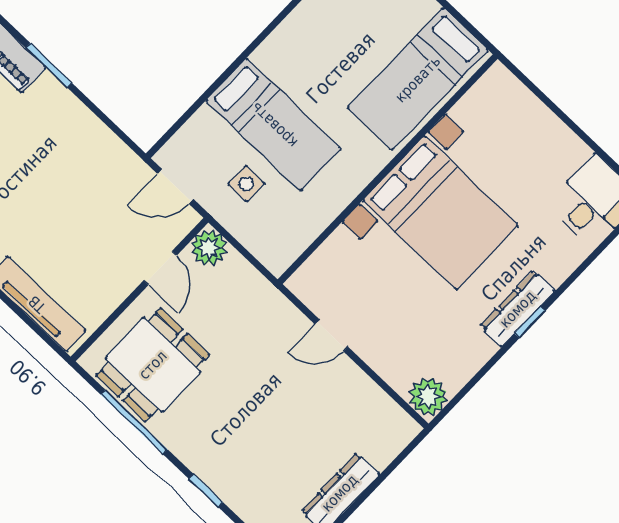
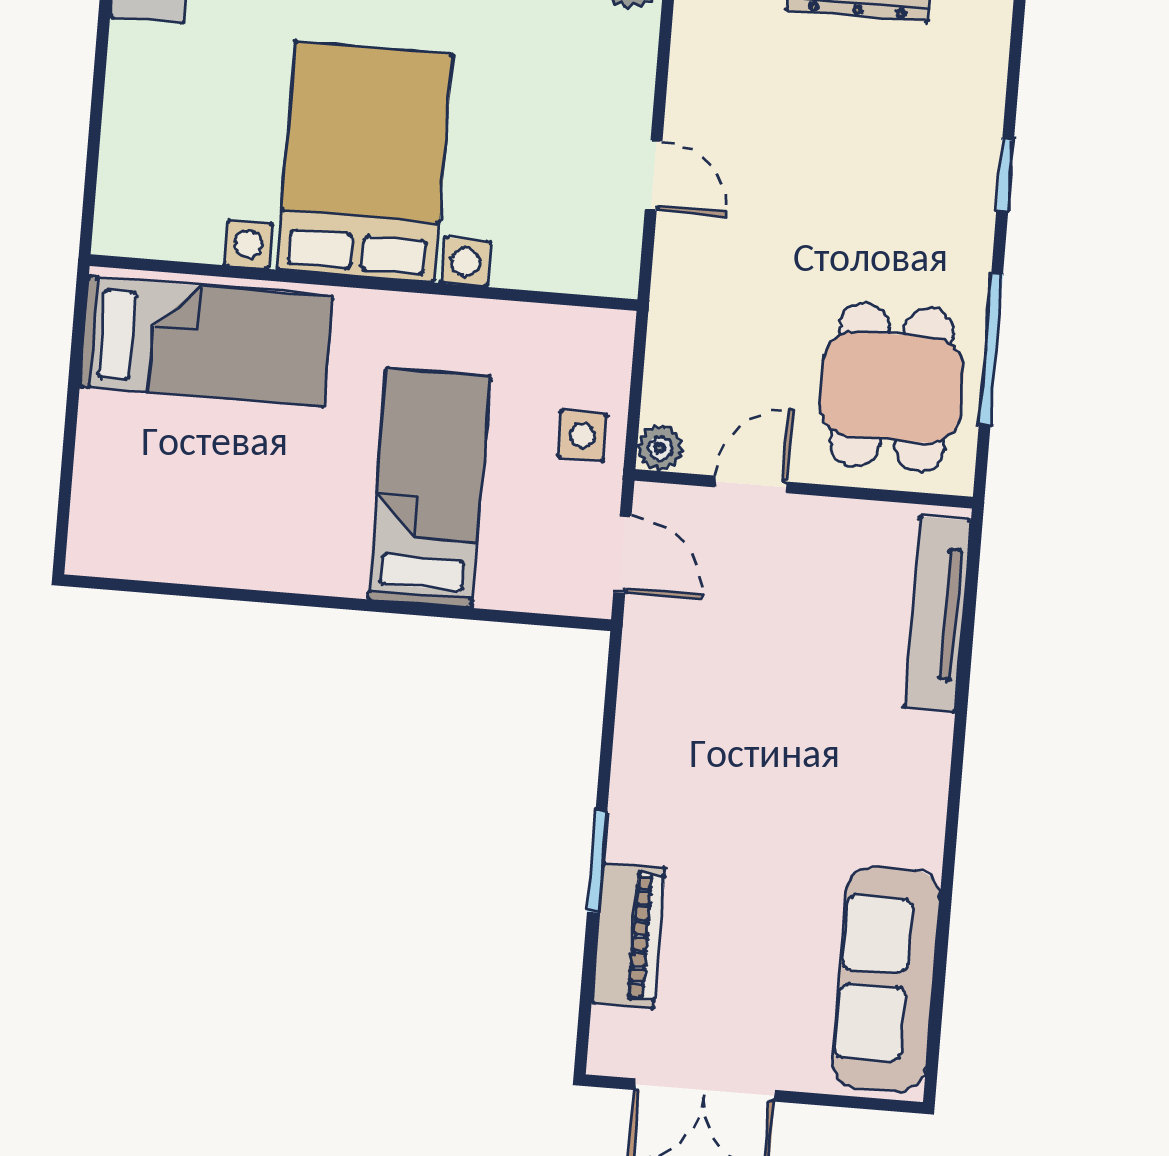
side table: (246, 184) -> (582, 436), moved
plant: (209, 248) -> (660, 448), width x0.73, depth x0.73
dining table: (153, 365) -> (892, 387), turned 90

